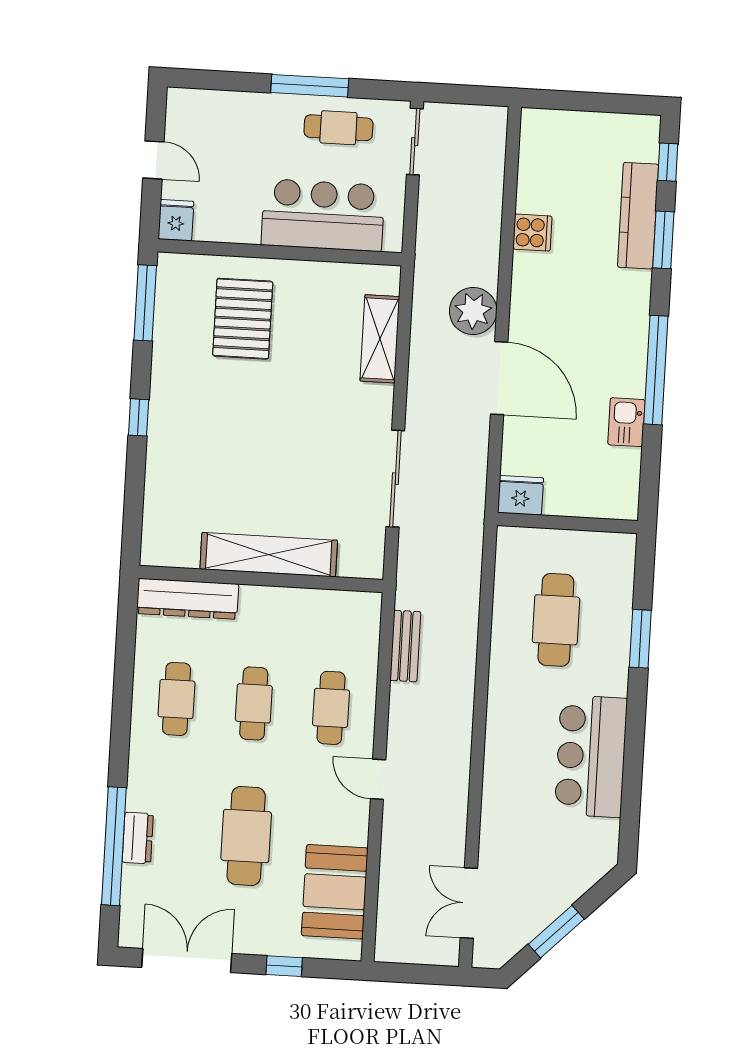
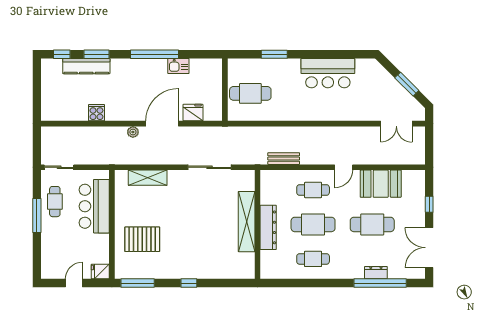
plant: (473, 311) -> (133, 132), width x0.53, depth x0.53
fridge: (520, 495) -> (193, 113), moved, turned 90
dresser: (188, 599) -> (268, 227), moved
cafe table: (556, 620) -> (250, 93), moved
cafe table: (254, 703) -> (313, 224), width x1.37, depth x1.35
booth: (335, 892) -> (381, 184), moved

